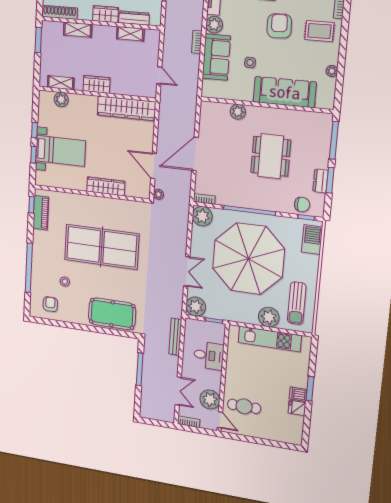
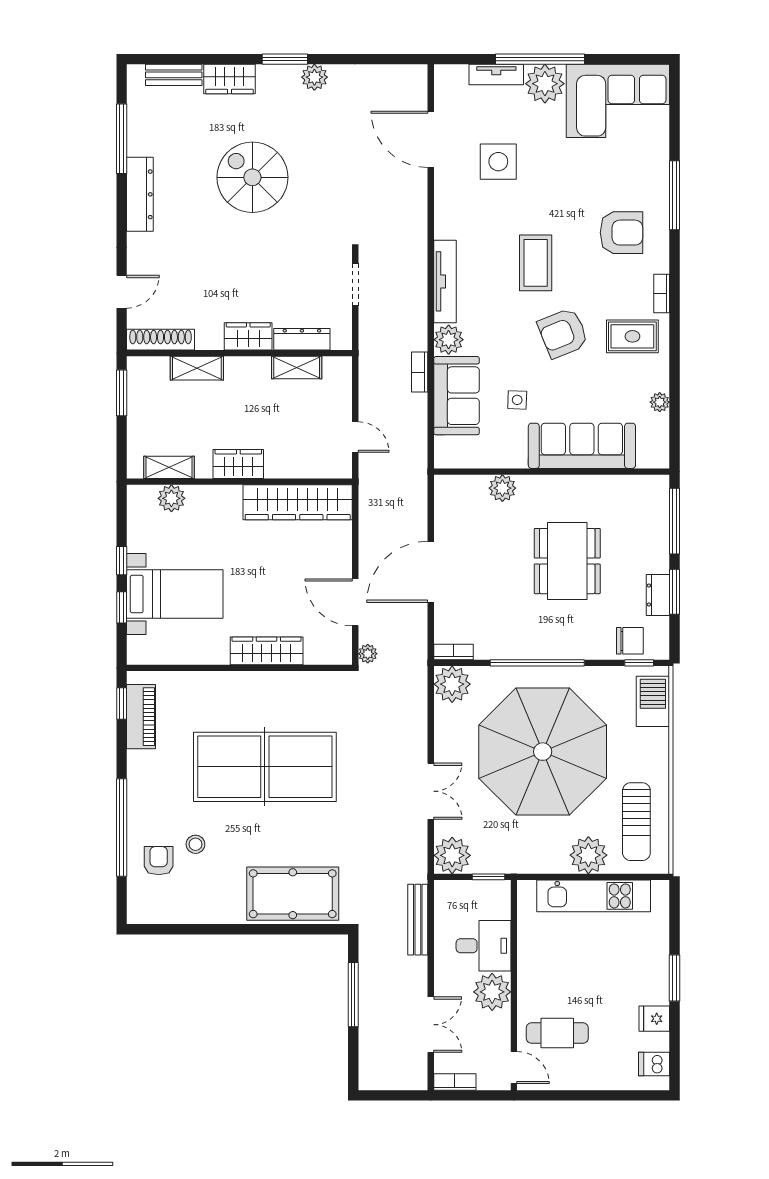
armchair: (279, 26) -> (563, 333), turned -110
armchair: (50, 304) -> (159, 861), moved
dishwasher: (298, 394) -> (654, 1064), moved
plant: (210, 399) -> (492, 992), moved

